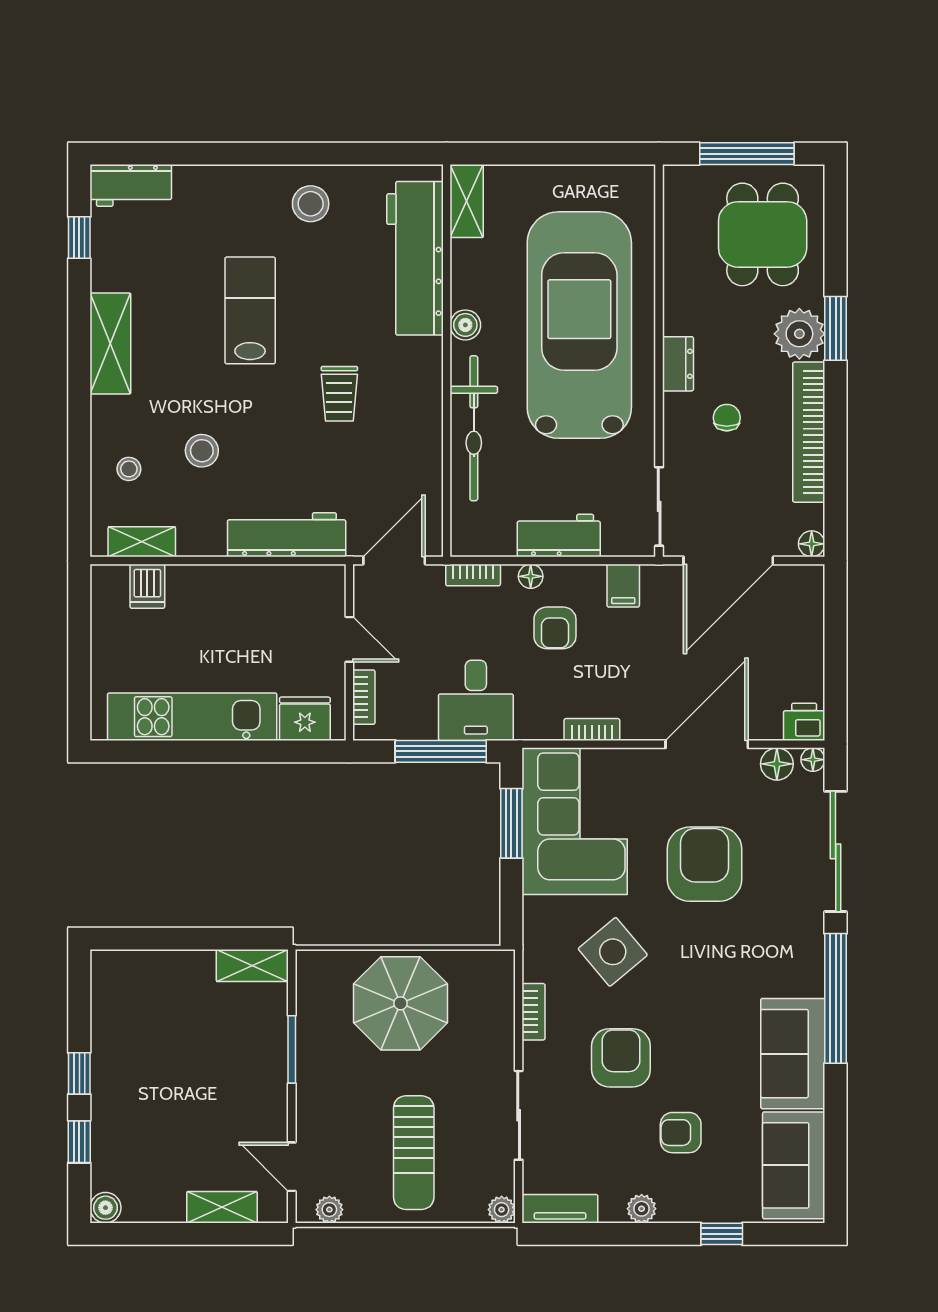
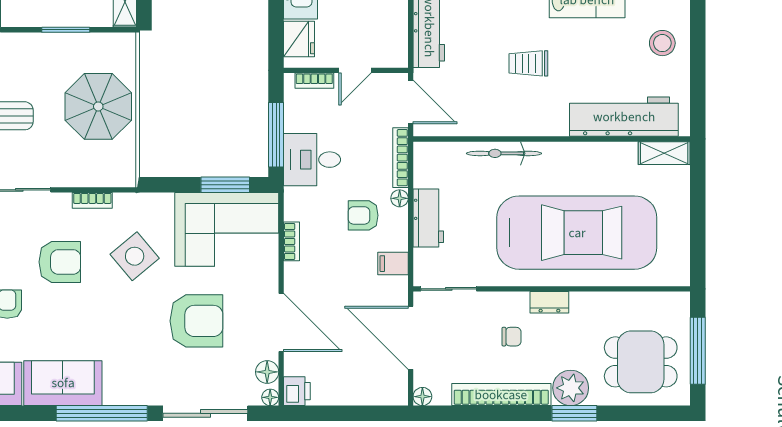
boiler: (465, 325) -> (577, 152), removed
bicycle: (474, 428) -> (504, 153), width x0.73, depth x0.71
bookcase: (473, 575) -> (400, 158), width x1.56

